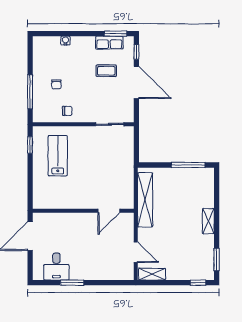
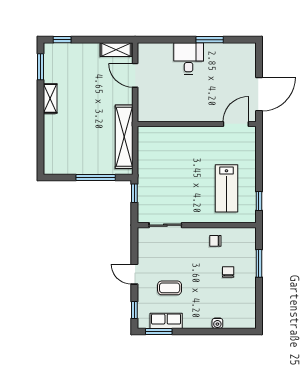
door: (136, 82) -> (134, 274), width x0.53
window: (30, 92) -> (259, 263), width x0.69
window: (136, 152) -> (134, 193), added
window: (188, 165) -> (96, 177), moved
door: (109, 211) -> (236, 124), moved
shelving: (208, 221) -> (50, 98), moved
desk: (56, 267) -> (189, 58), moved

